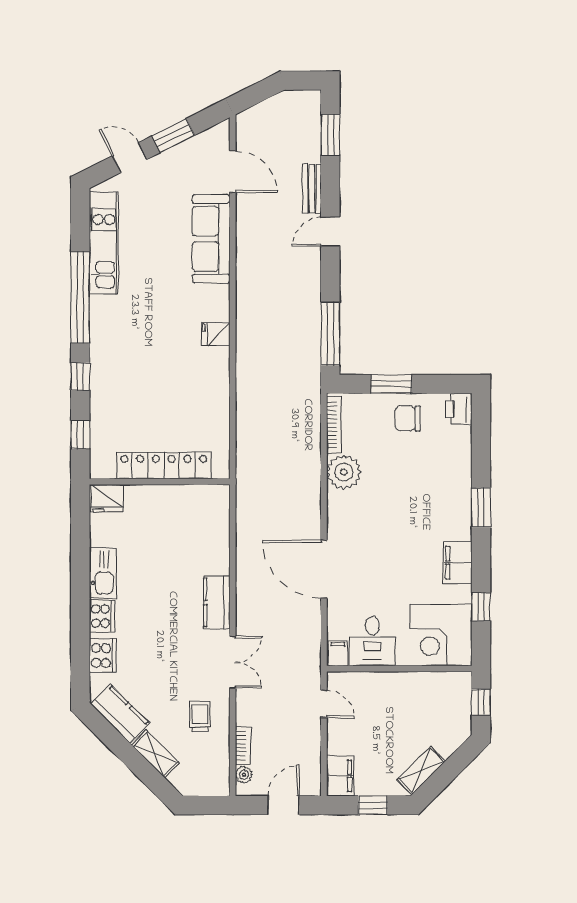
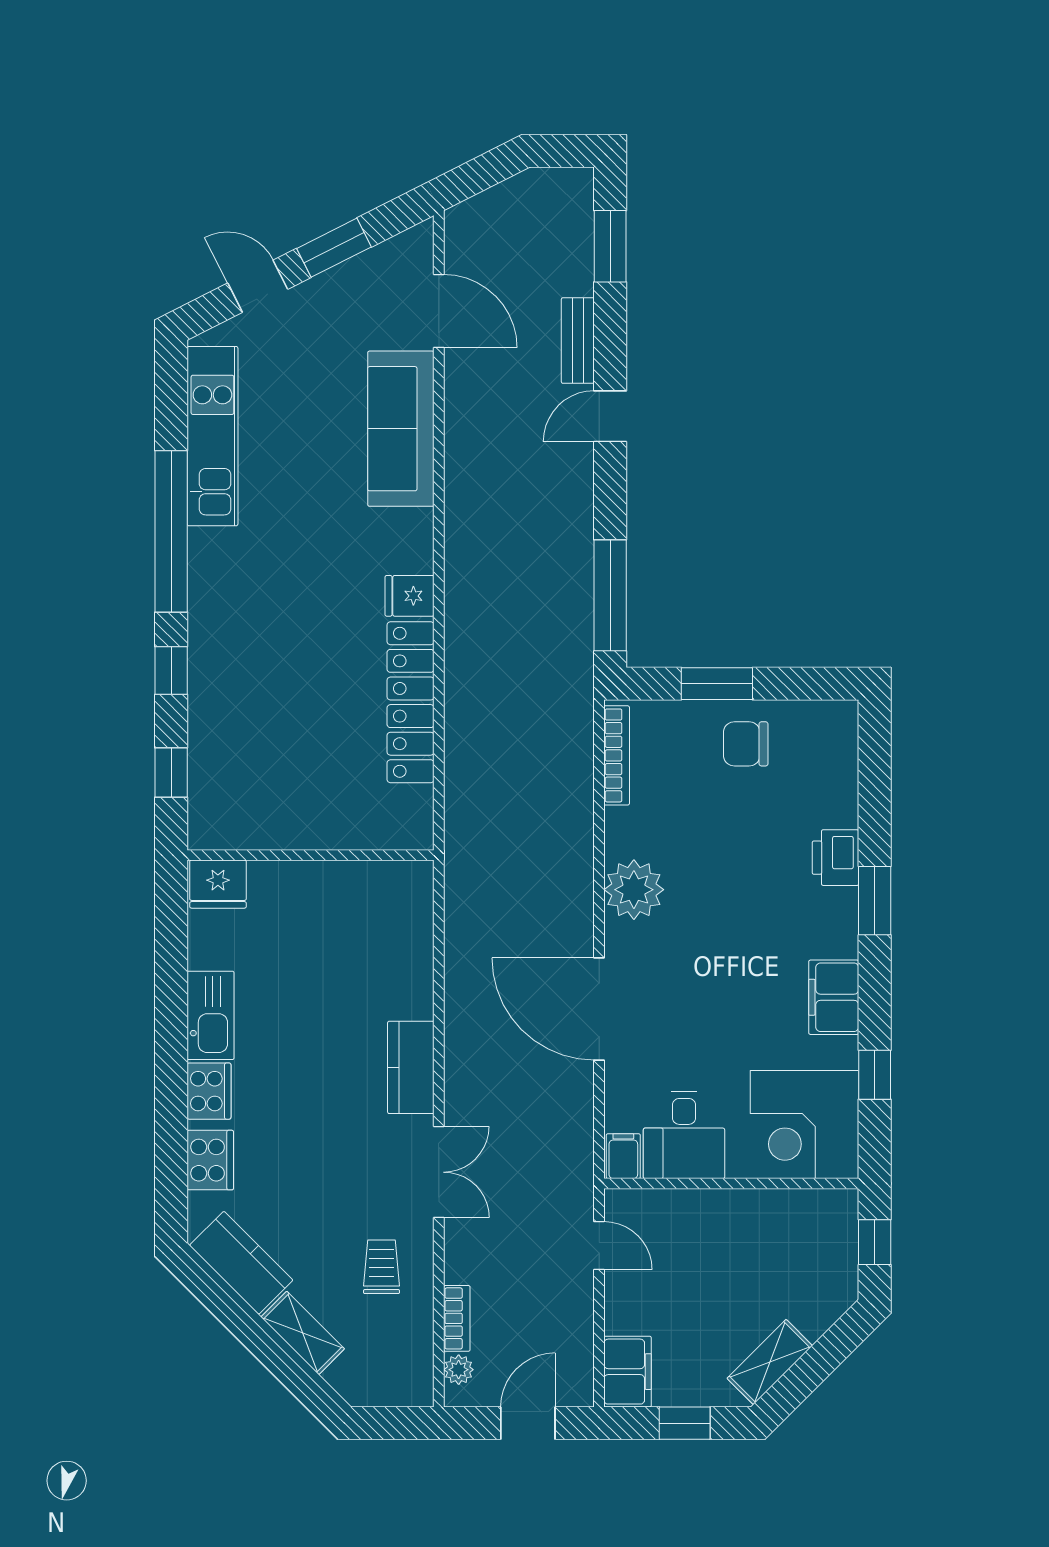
printer: (459, 409) -> (835, 858), moved
locker: (164, 466) -> (411, 702), moved, turned -90
plant: (344, 472) -> (634, 890), moved

